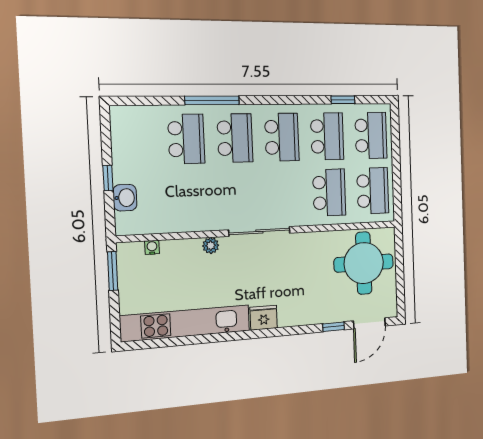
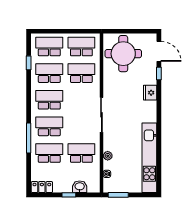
locker: (121, 126) -> (42, 187), added
school desk: (189, 198) -> (81, 153), added
plant: (211, 246) -> (108, 156), moved
fridge: (264, 318) -> (150, 93), moved

